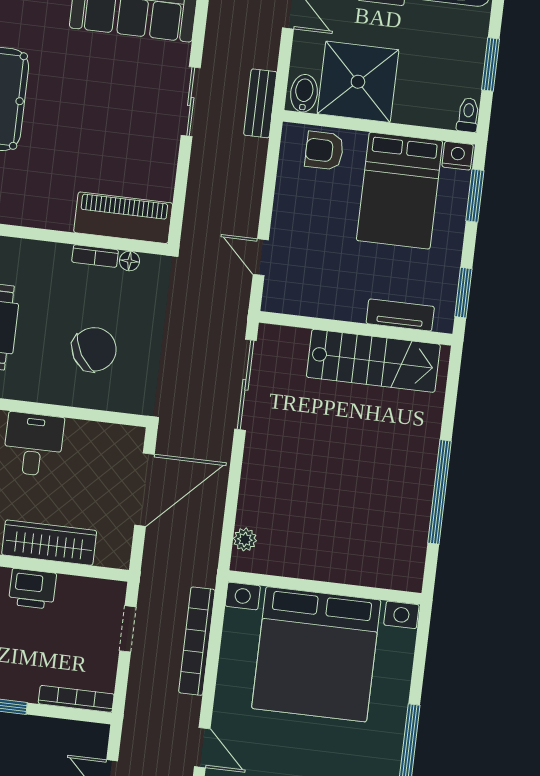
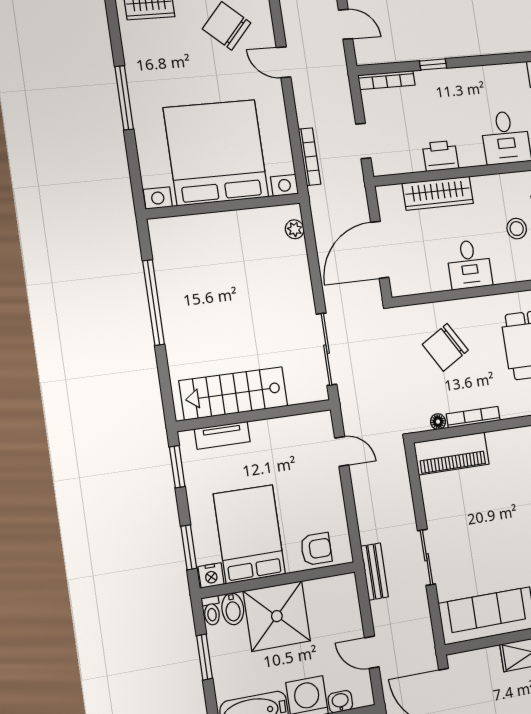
shower: (358, 82) -> (277, 616), moved
bidet: (304, 93) -> (233, 609), moved
bookcase: (95, 256) -> (473, 417), width x1.56
bookcase: (197, 641) -> (309, 157), width x0.68, depth x0.76

